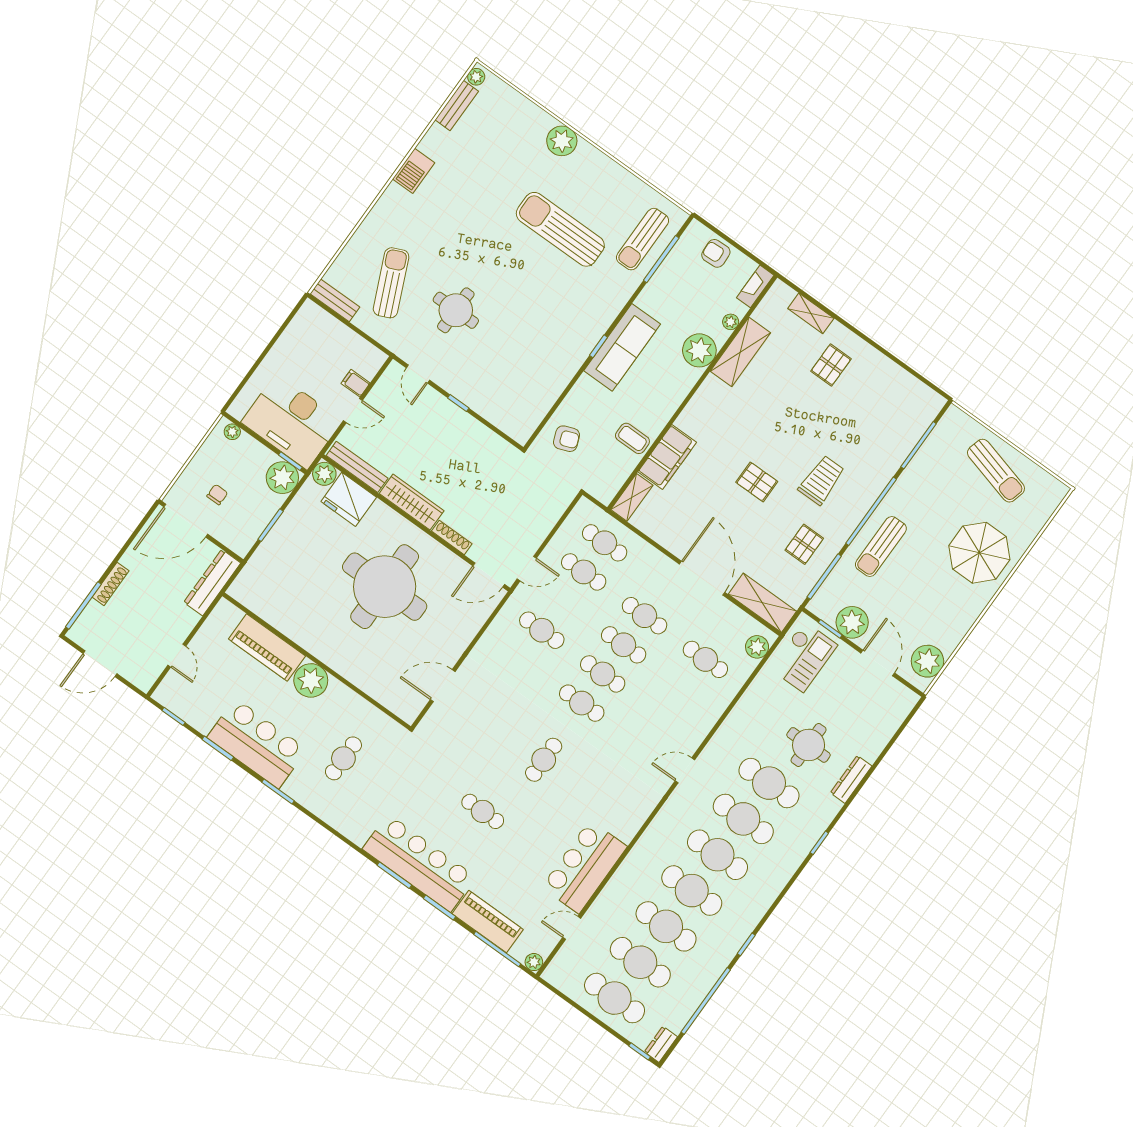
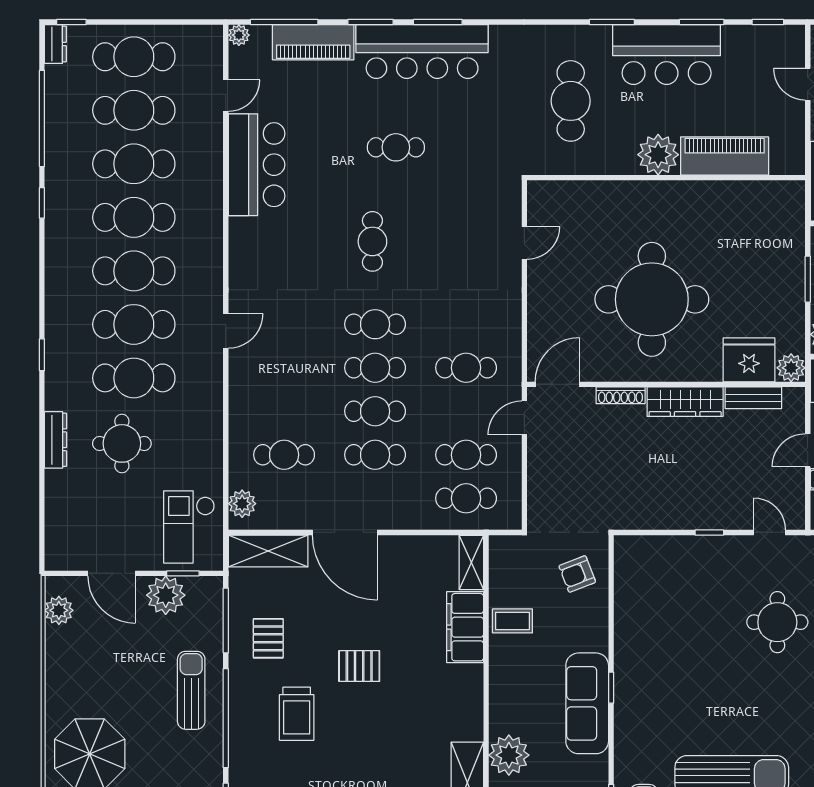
bench: (357, 467) -> (753, 398), width x0.73
plant: (927, 661) -> (59, 610), width x0.73, depth x0.73
door: (443, 686) -> (524, 243), width x0.73
cafe table: (343, 758) -> (571, 101), width x1.37, depth x1.35

